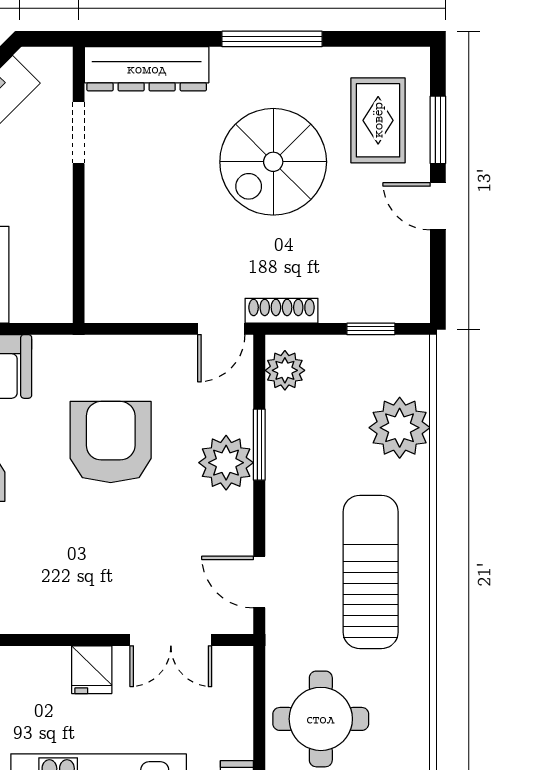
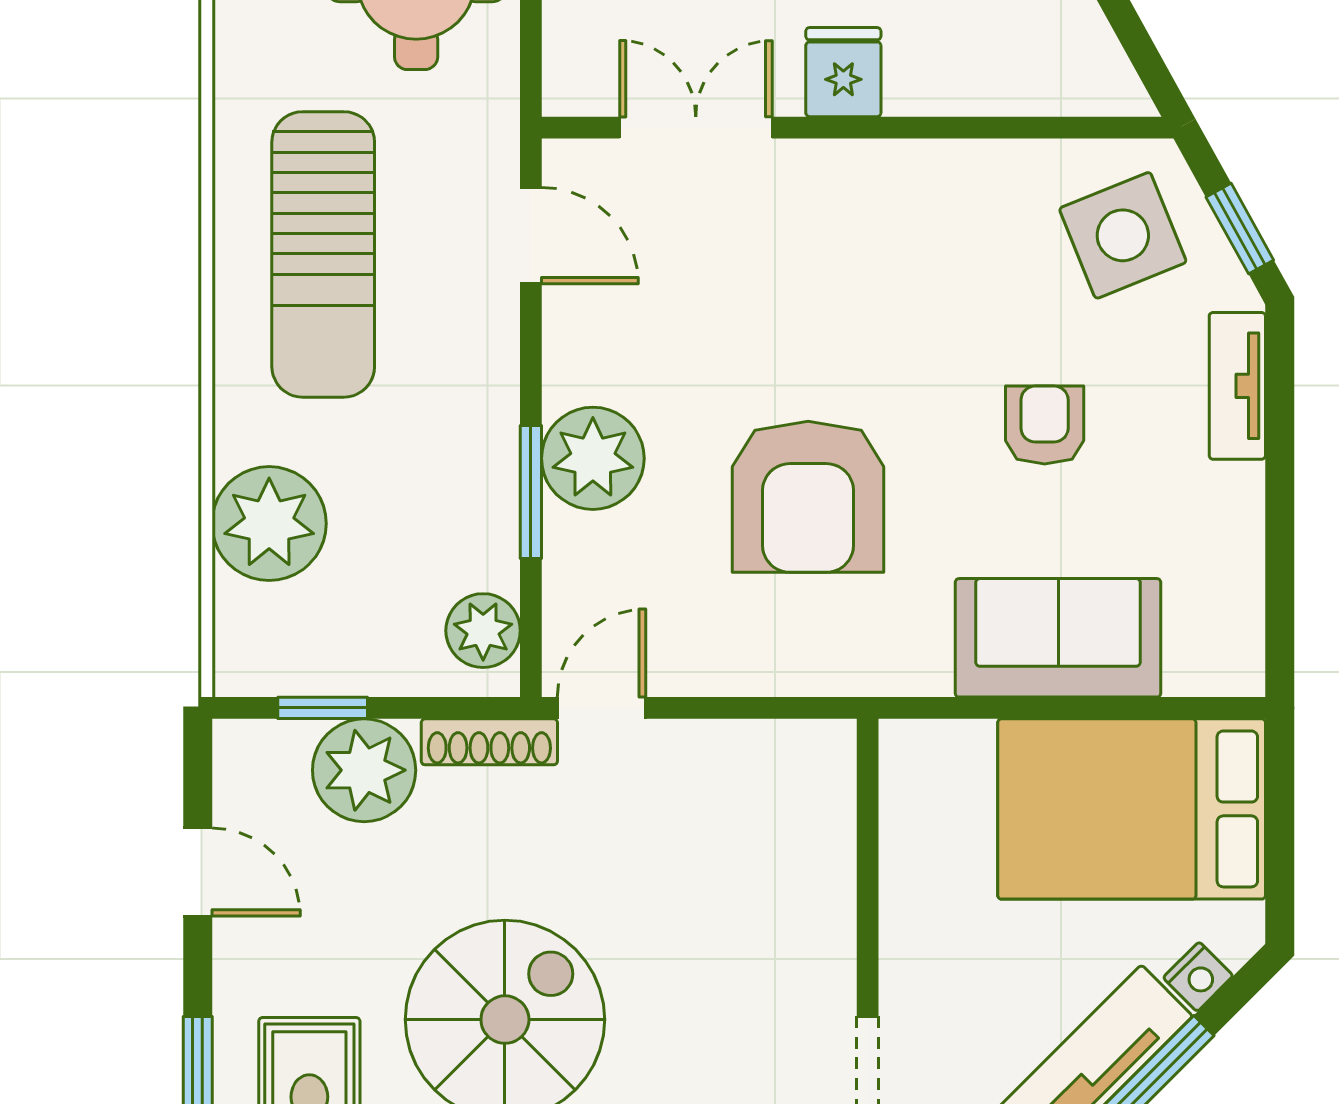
door: (438, 206) -> (198, 872), moved
plant: (349, 295) -> (364, 770), added

